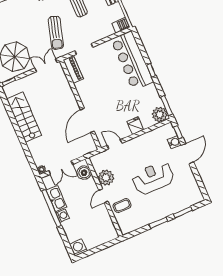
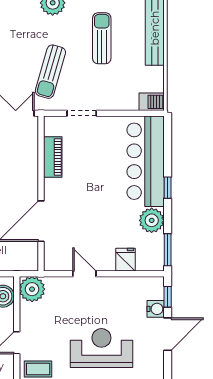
piano: (73, 69) -> (53, 157), moved
plant: (160, 115) -> (152, 220), moved
fridge: (135, 126) -> (125, 260), moved
door: (115, 144) -> (84, 274), moved
plant: (106, 178) -> (32, 289), moved

